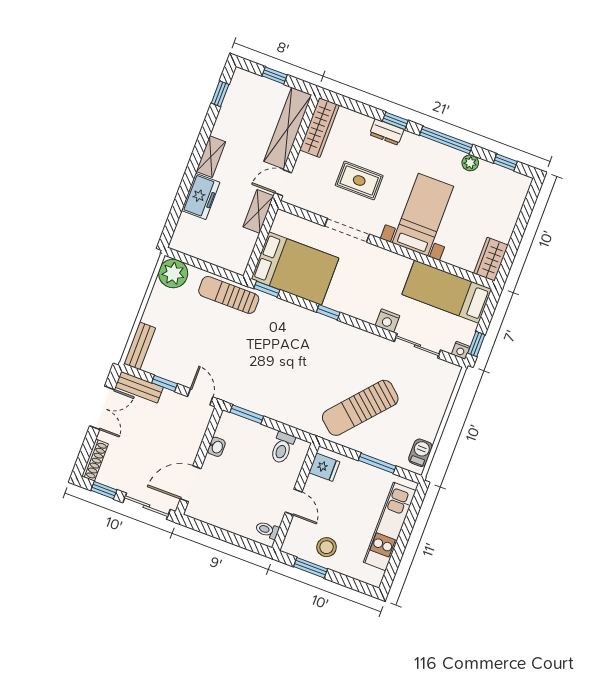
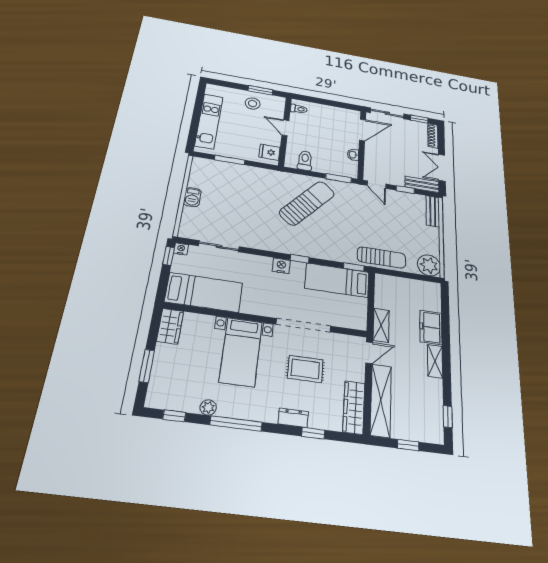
window: (395, 121) -> (313, 433), moved
window: (523, 220) -> (147, 366), added
doorway: (347, 230) -> (303, 325), width x1.36
bed: (295, 269) -> (337, 280), width x0.67
nightstand: (387, 321) -> (281, 266), moved
sun lounger: (360, 408) -> (307, 203), moved
barbecue: (420, 453) -> (192, 197), moved

